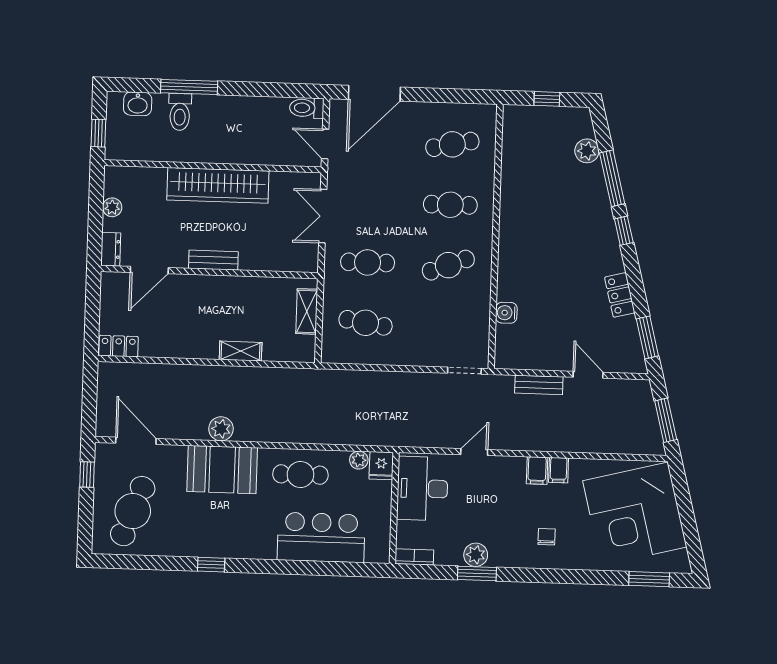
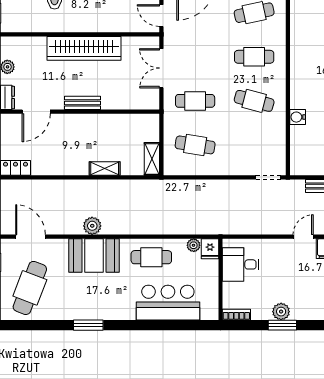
cafe table: (448, 265) -> (254, 101), turned 36
shelving: (307, 311) -> (152, 159), moved
water cooler: (506, 313) -> (298, 117), moved
door: (474, 452) -> (303, 237), moved
desk: (422, 488) -> (241, 264), width x0.73
window: (211, 565) -> (88, 325), width x1.50

